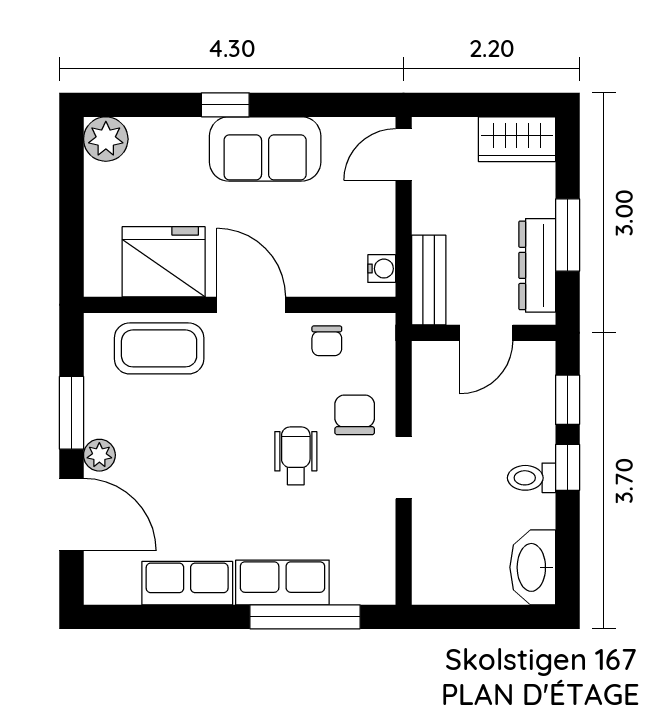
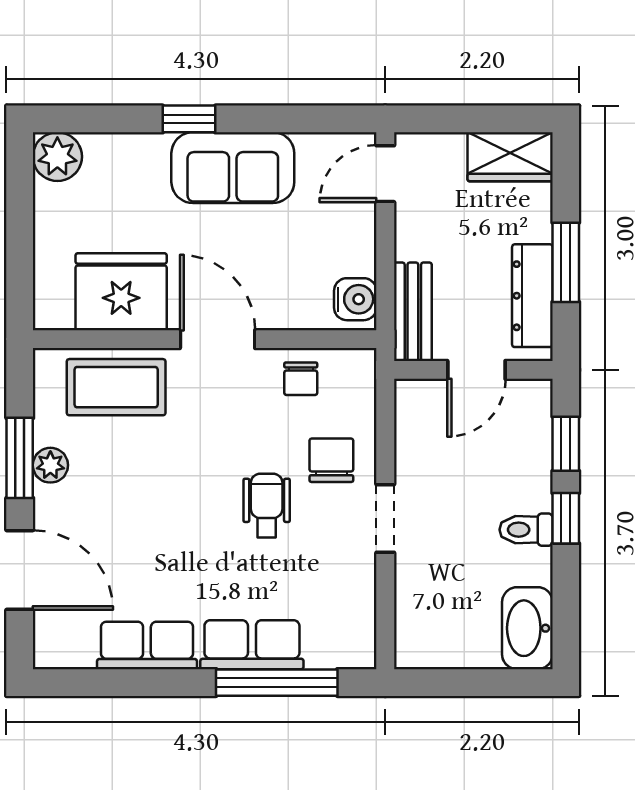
water cooler: (382, 269) -> (355, 299), width x1.38, depth x1.38
plant: (99, 455) -> (50, 465), moved

